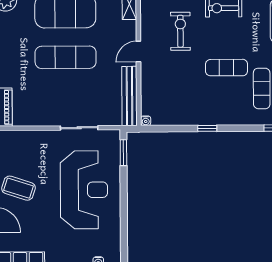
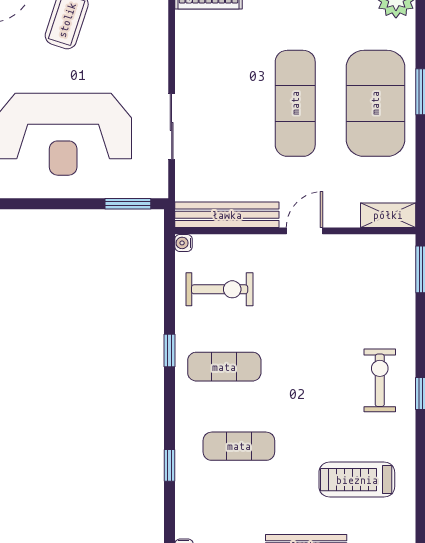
exercise bike: (180, 31) -> (220, 289), moved
door: (138, 52) -> (305, 231), hinge flipped
exercise mat: (227, 68) -> (224, 367), moved, turned 90

